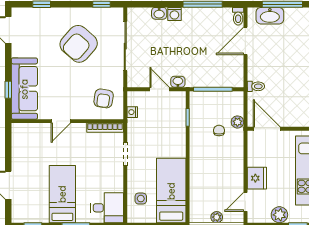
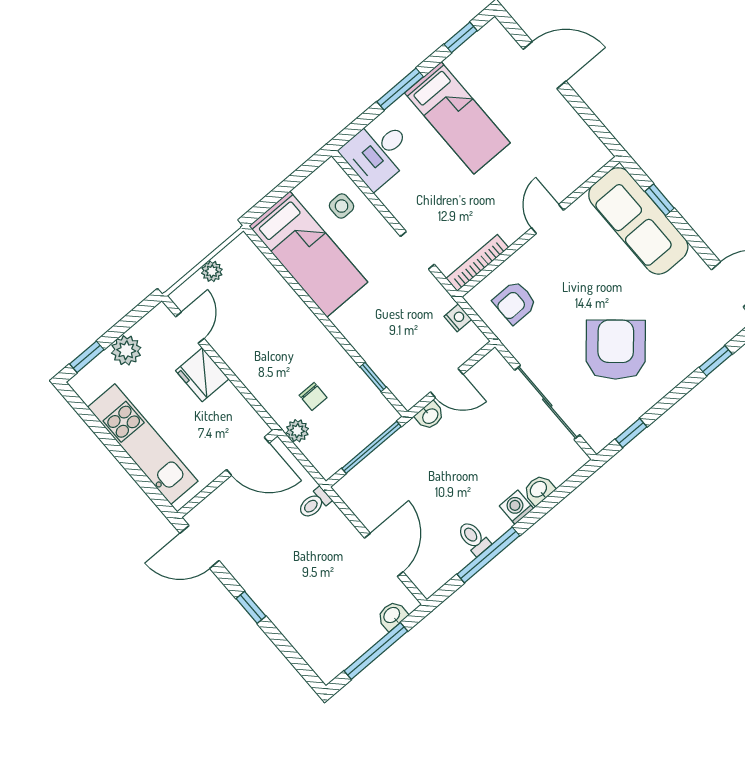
toilet: (238, 16) -> (474, 538), moved
washbasin: (270, 16) -> (392, 615), width x0.52, depth x0.69
armchair: (104, 98) -> (515, 302), turned -99

